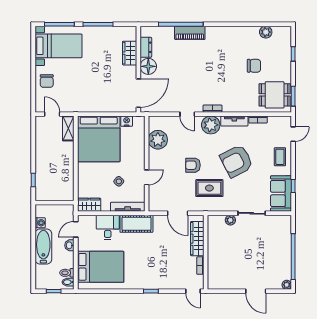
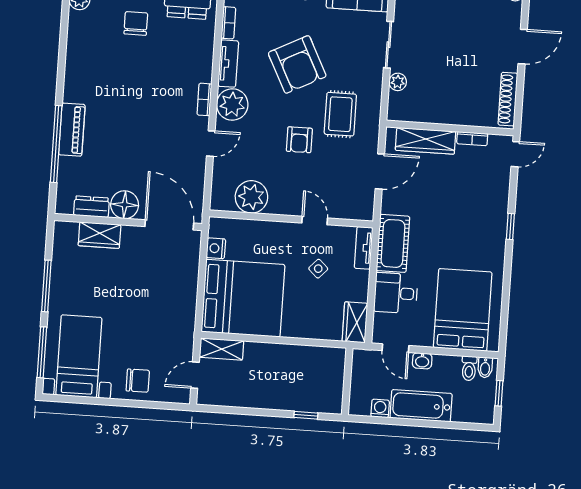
tv unit: (128, 207) -> (364, 248), width x0.71
shoe rack: (225, 285) -> (508, 99), added

